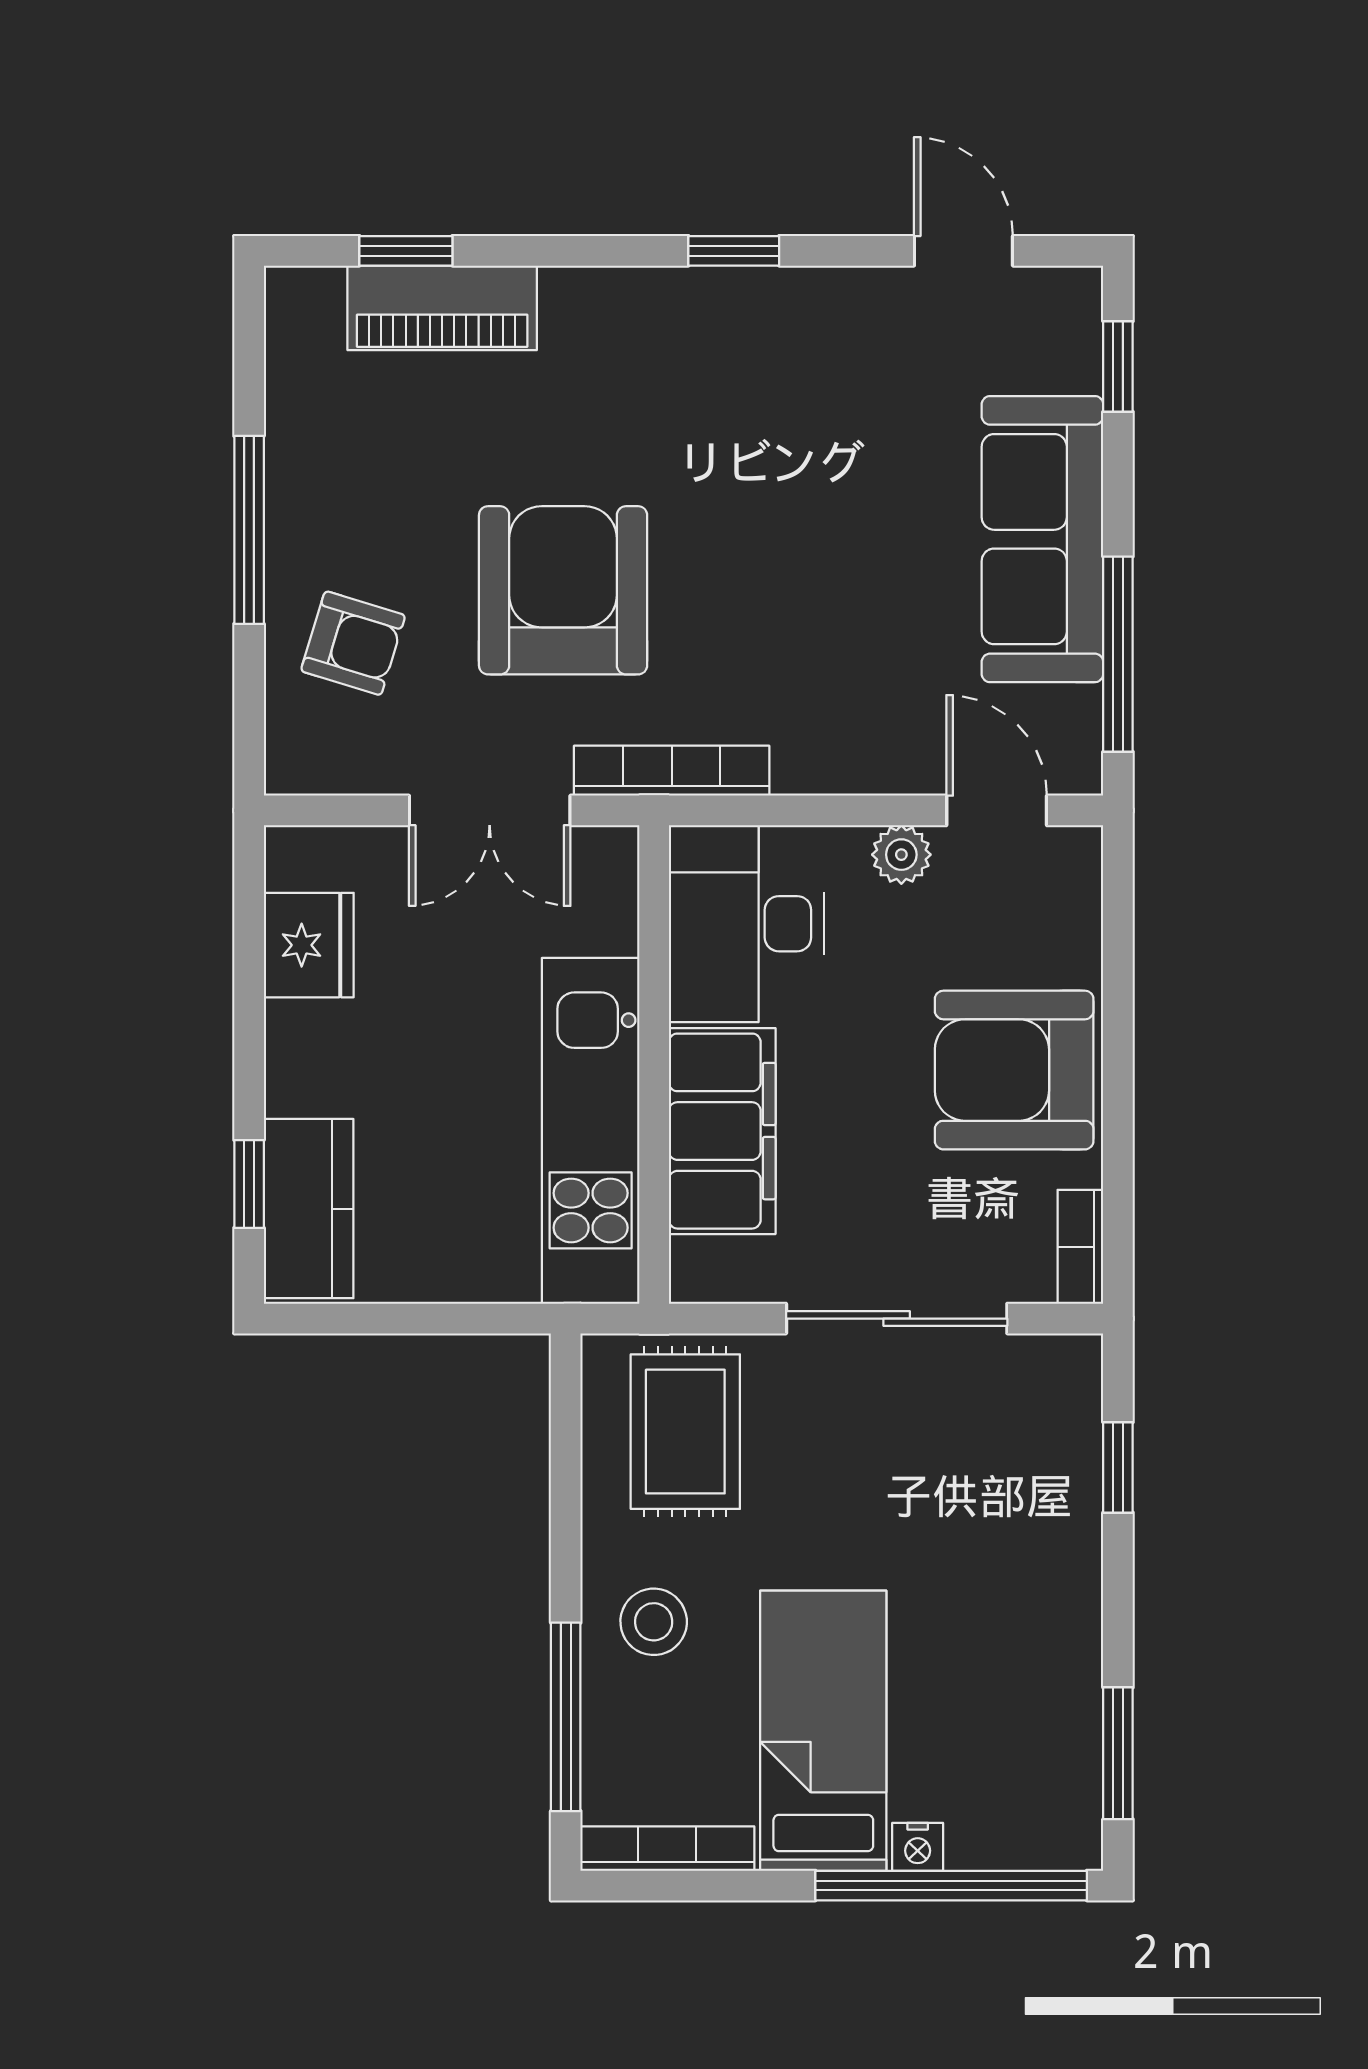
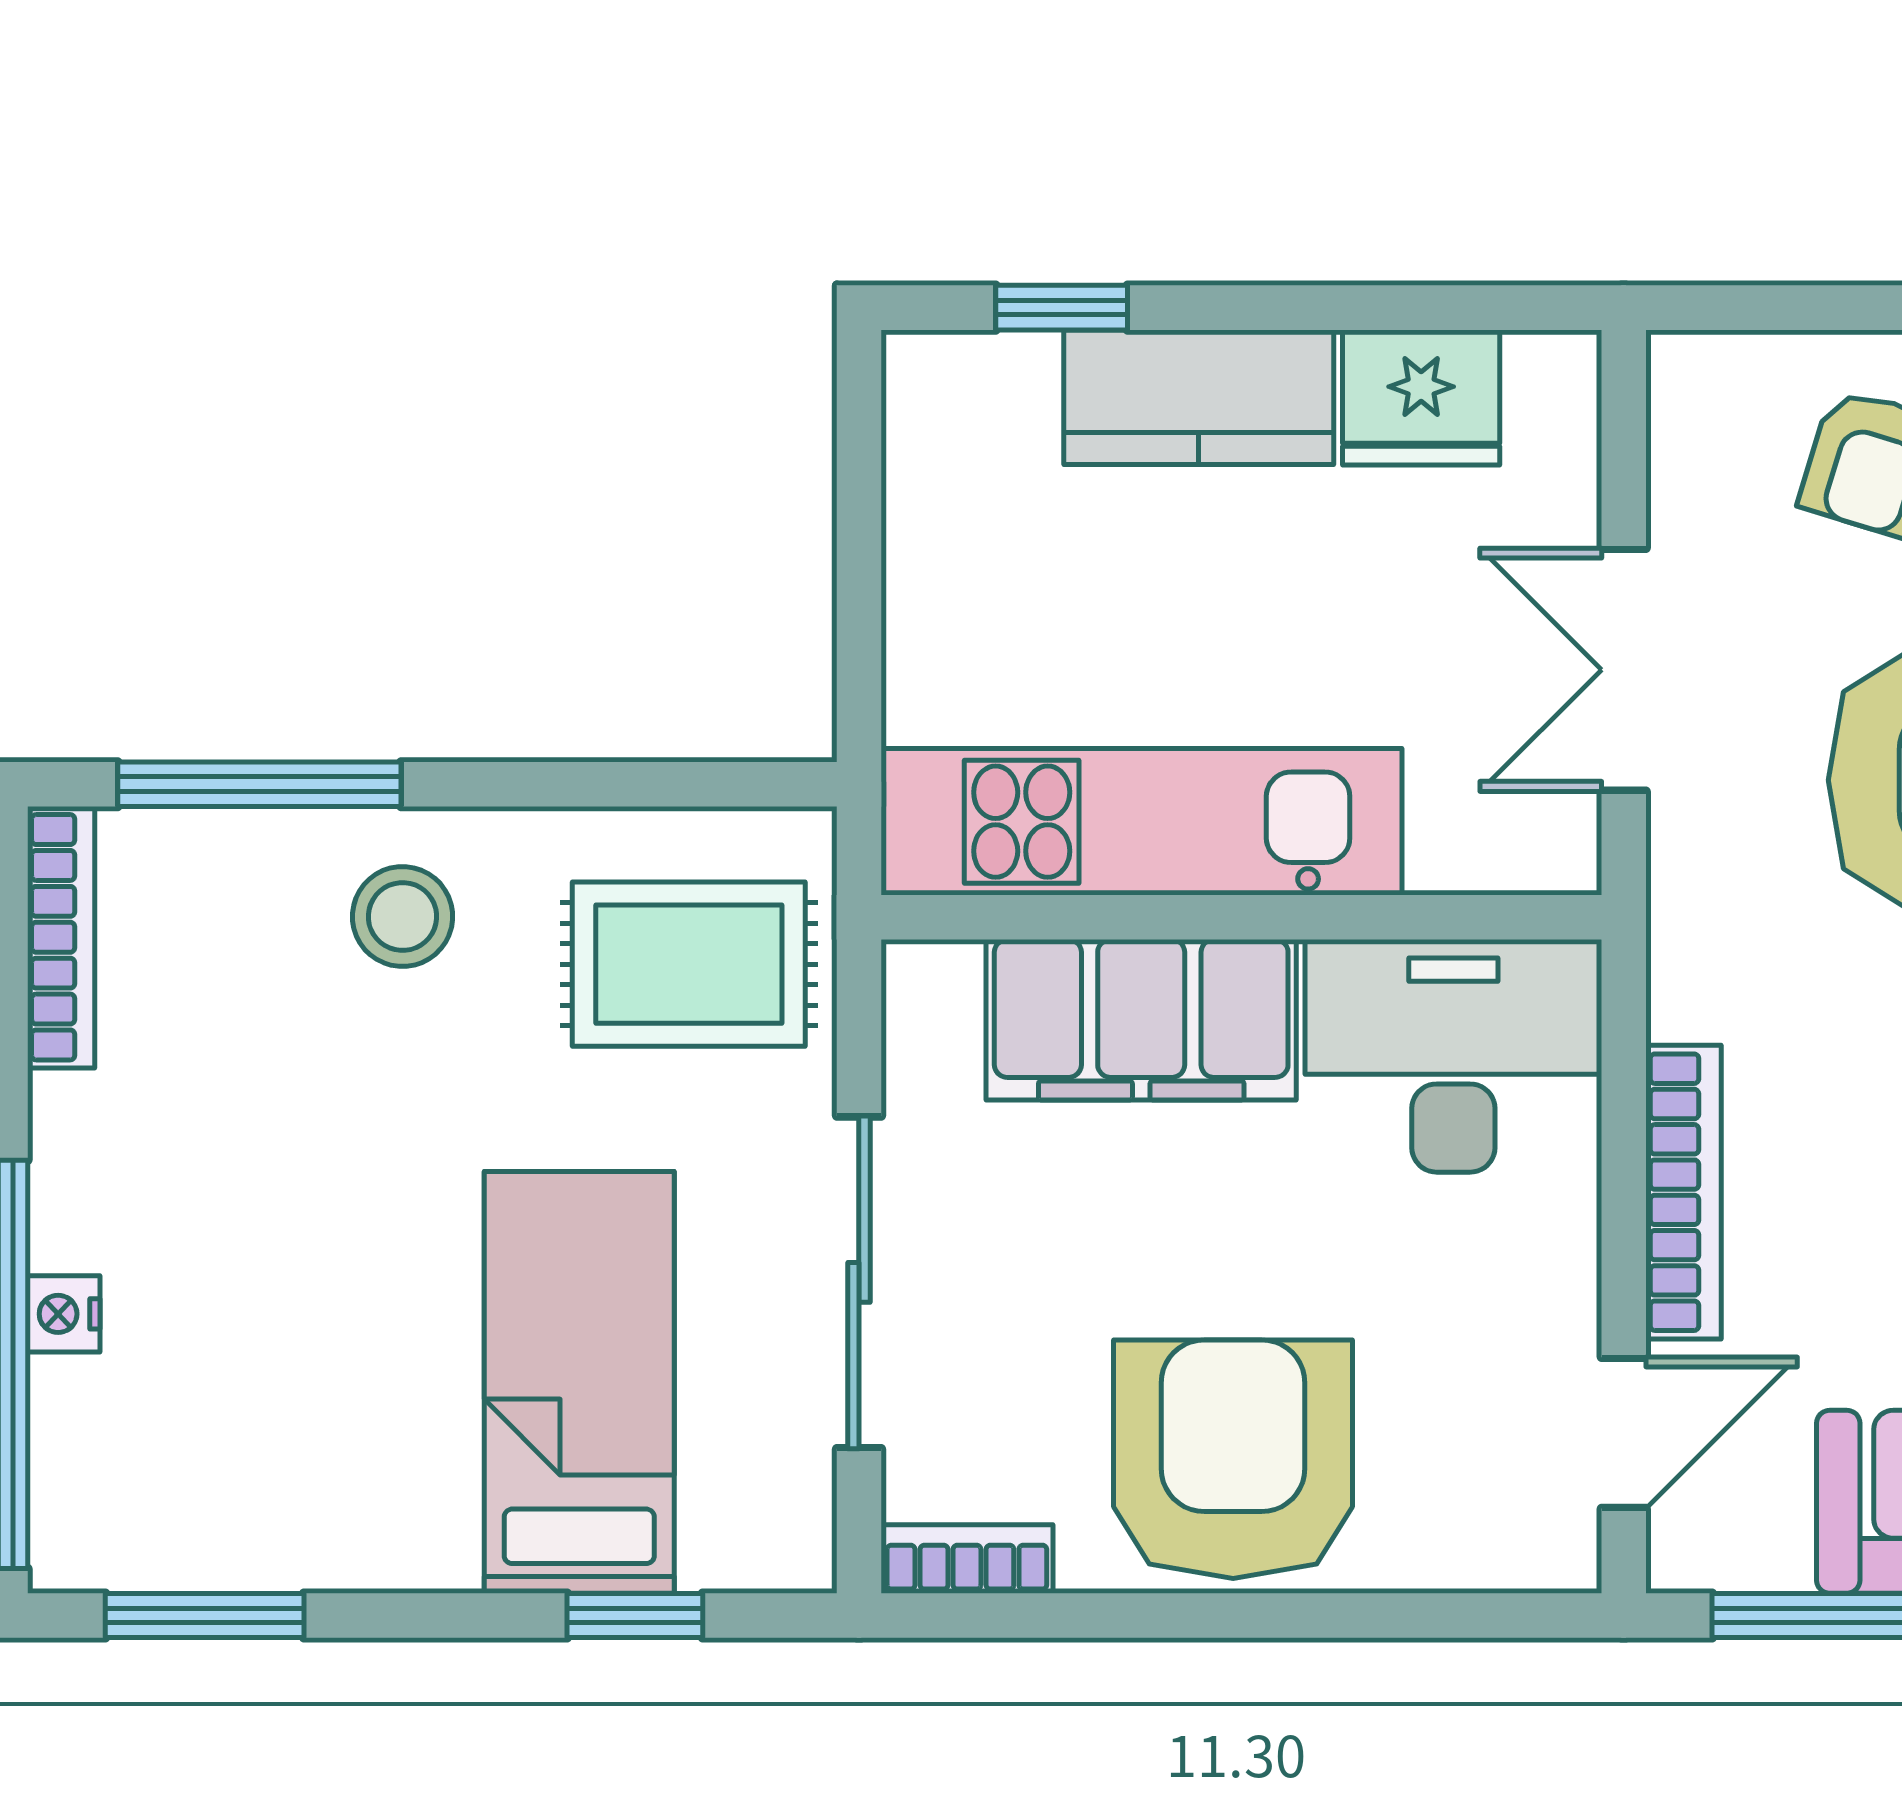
bookcase: (672, 771) -> (1684, 1192), moved
plant: (901, 855) -> (1557, 1289), removed
kitchen counter: (309, 1209) -> (1199, 397), moved
bed: (823, 1731) -> (579, 1382), moved, turned -90

